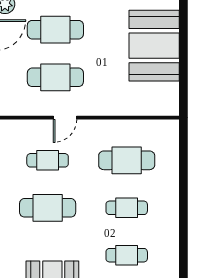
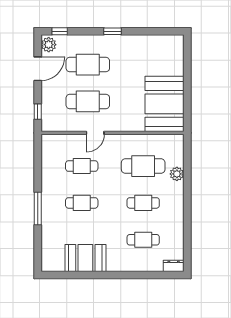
booth: (154, 46) -> (164, 104), moved
plant: (170, 170) -> (177, 174), added
cafe table: (48, 208) -> (82, 203), width x0.73, depth x0.74

